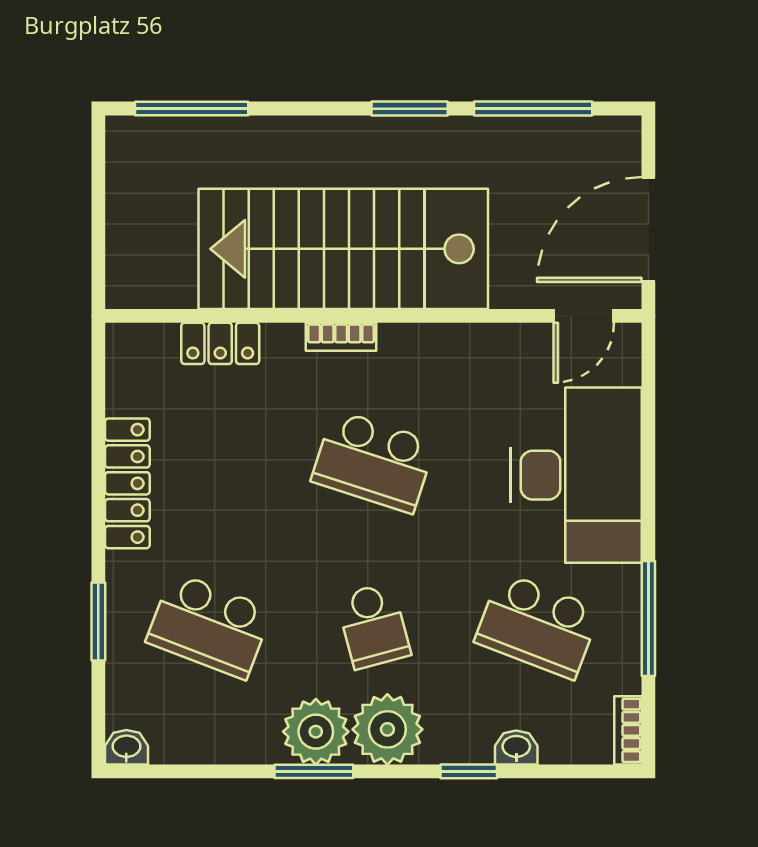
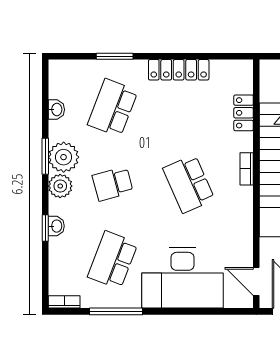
school desk: (373, 462) -> (189, 184), turned -42
plant: (387, 729) -> (60, 186), width x0.73, depth x0.73
washbasin: (126, 747) -> (56, 110), moved
washbasin: (516, 747) -> (56, 226), moved

